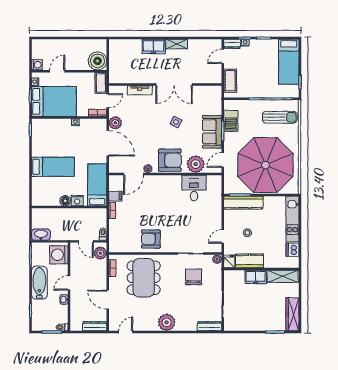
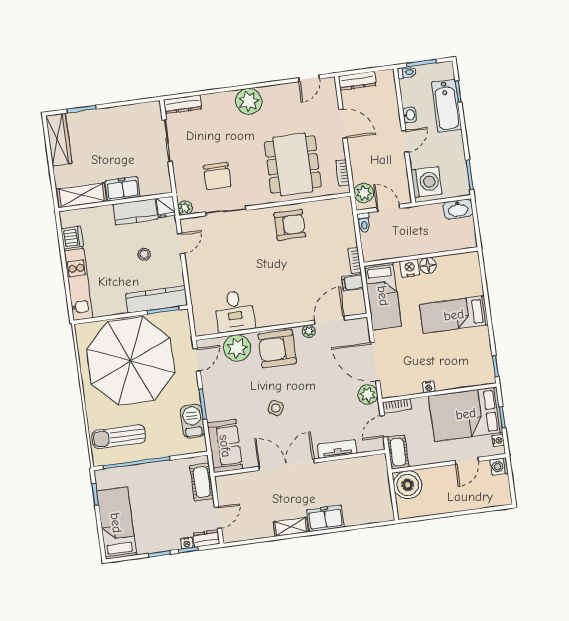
sofa: (212, 132) -> (225, 446), moved
bathtub: (39, 283) -> (446, 106), moved

